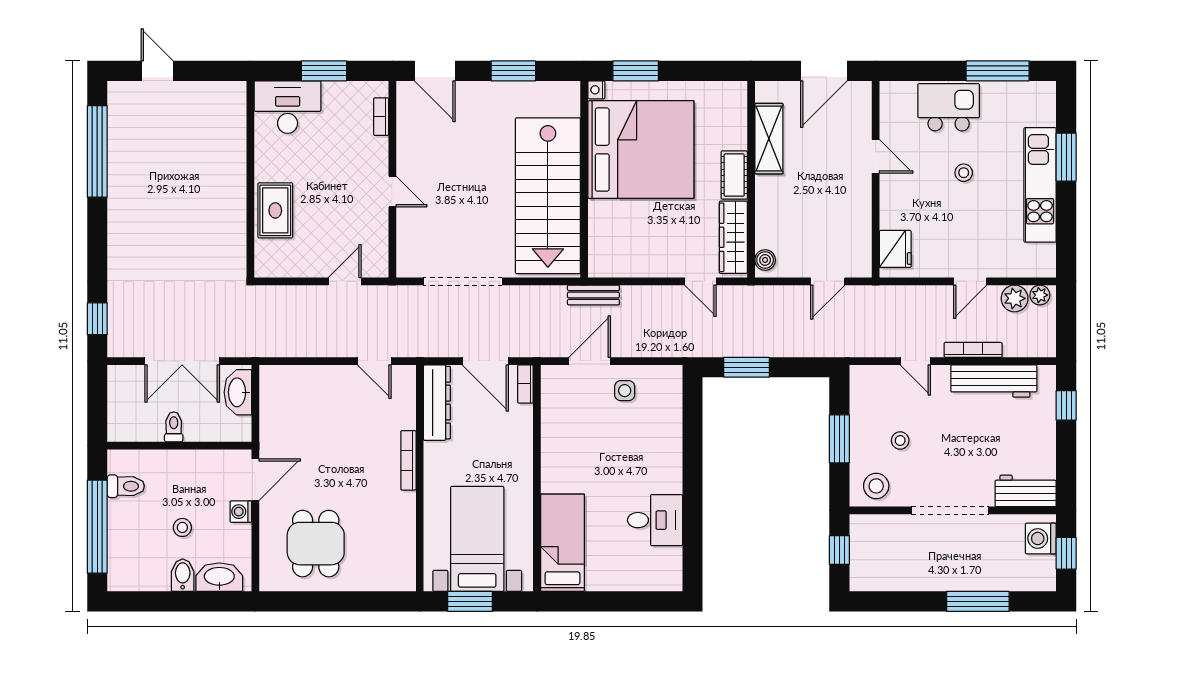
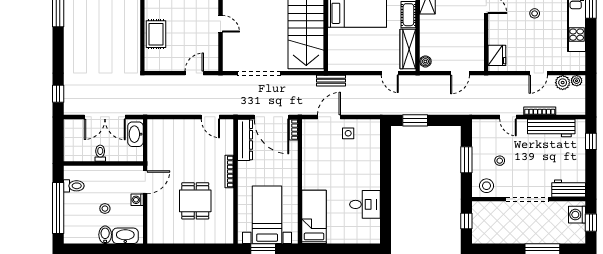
door: (485, 361) -> (272, 117), width x1.36
dining table: (316, 544) -> (195, 201), moved

